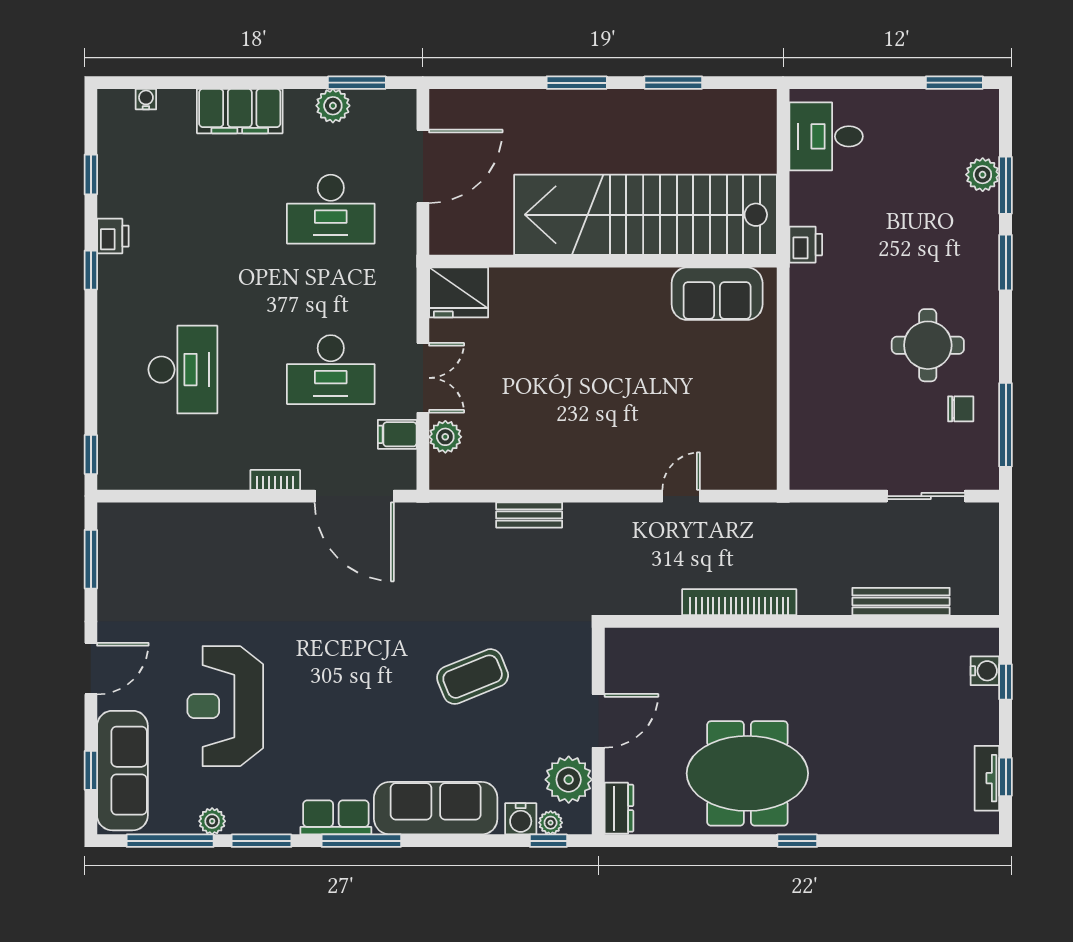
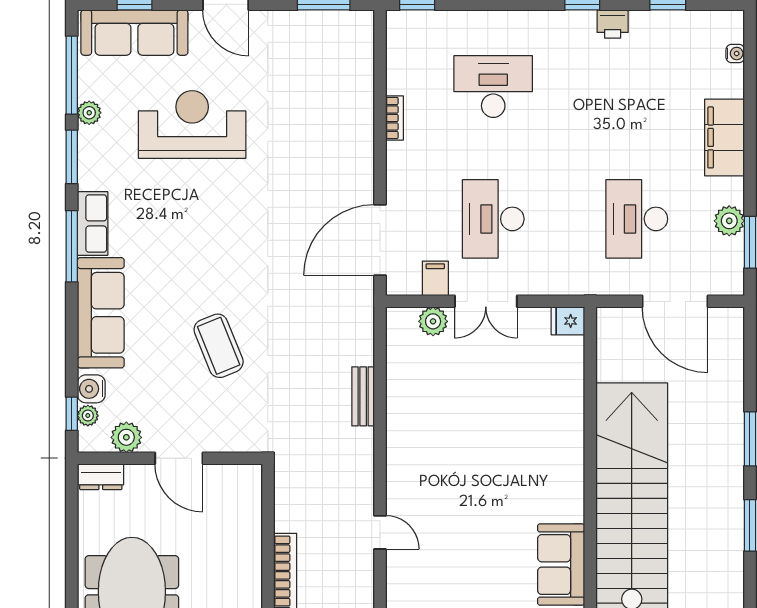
fridge: (459, 292) -> (568, 321), width x0.53, depth x0.75
desk: (183, 370) -> (493, 87), turned 180
bookcase: (275, 480) -> (394, 118), moved
plant: (569, 780) -> (126, 437), width x0.73, depth x0.73

